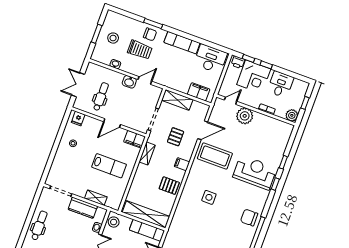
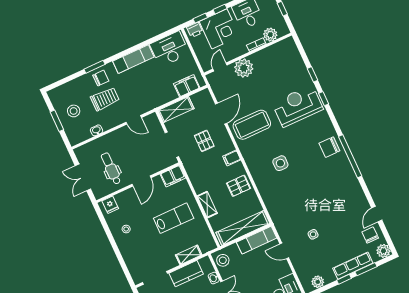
door: (145, 80) -> (134, 120), swing flipped
washbasin: (129, 82) -> (122, 134), removed
plant: (292, 115) -> (270, 35), moved
shelving: (147, 154) -> (207, 205), moved

